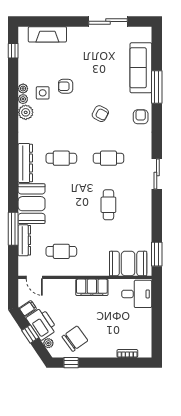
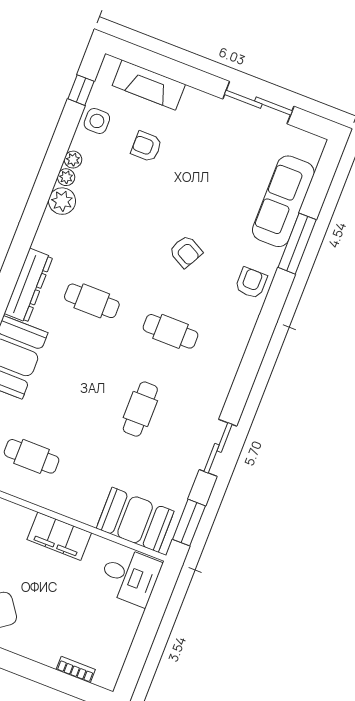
armchair: (66, 86) -> (146, 146), moved
side table: (43, 93) -> (97, 121), moved
sliding door: (157, 174) -> (218, 448), moved

